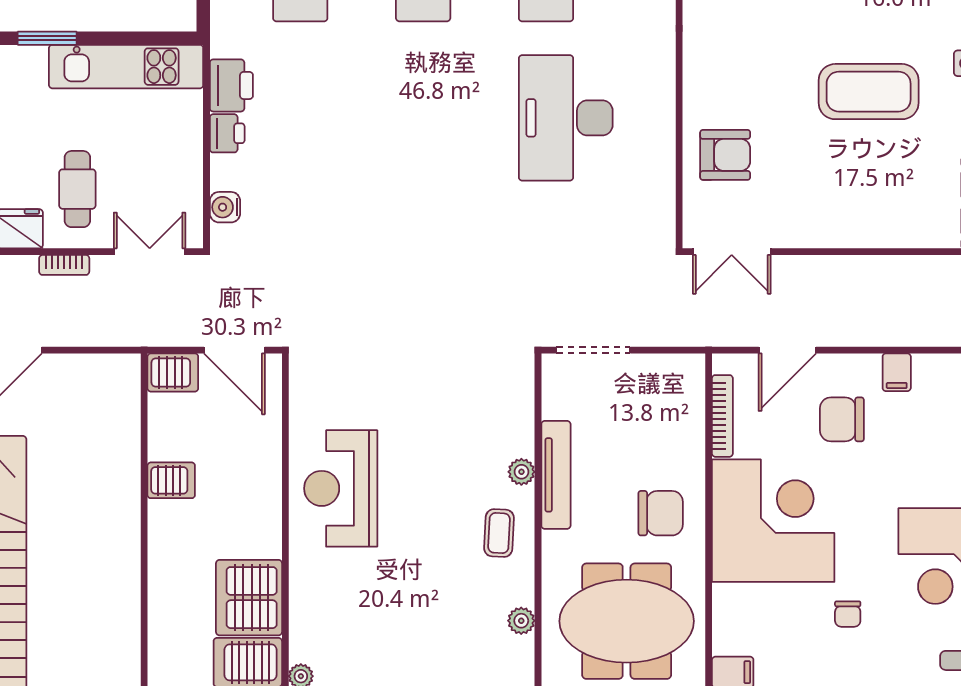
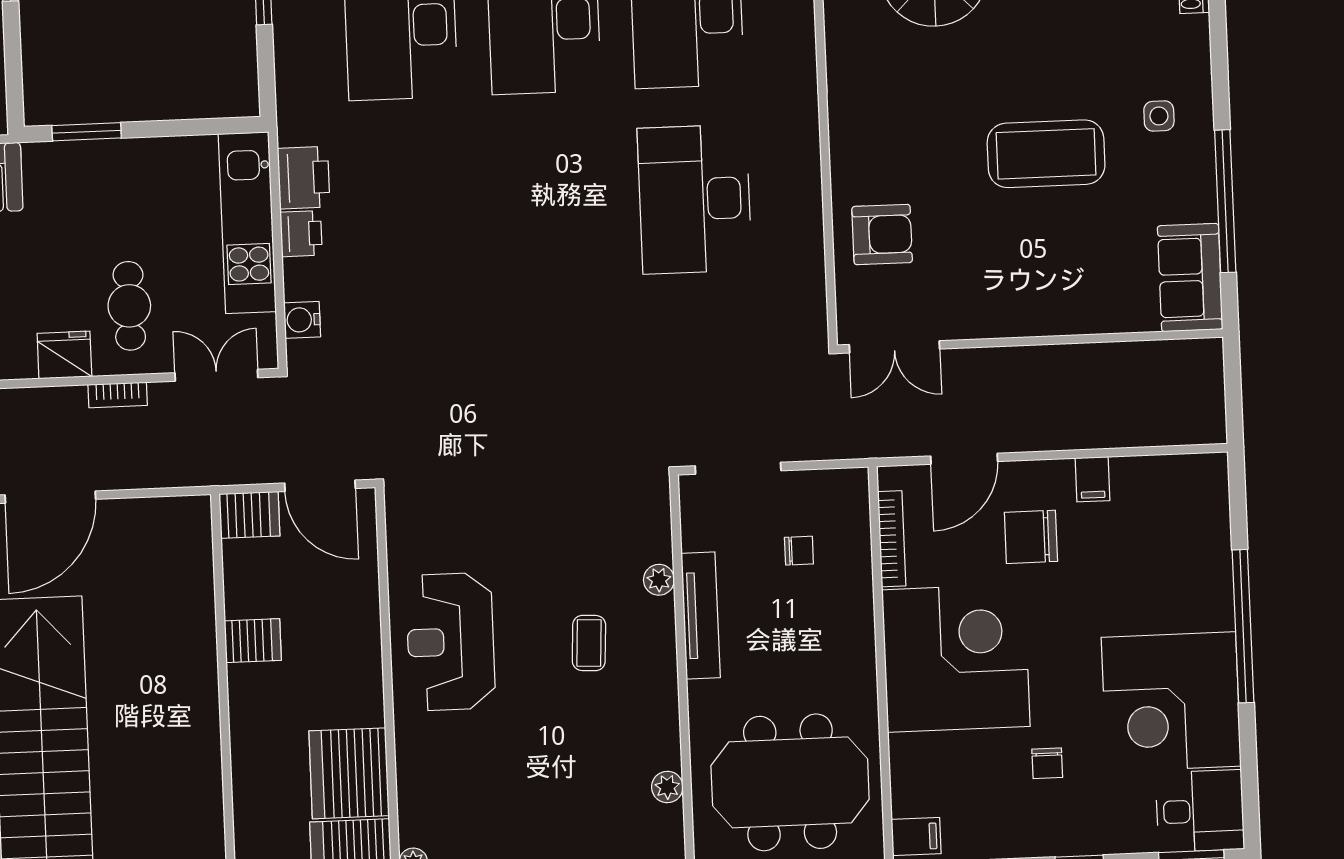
kitchen unit: (126, 67) -> (247, 223), moved, turned 90
plant: (521, 472) -> (659, 580), moved
chair: (661, 513) -> (799, 551), moved, width x0.54, depth x0.54
coffee table: (499, 533) -> (589, 643), moved

